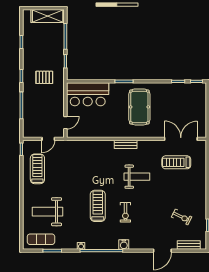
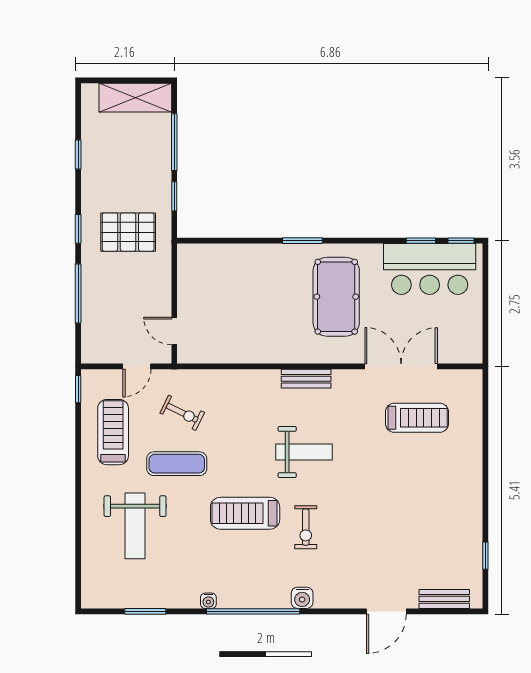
pallet: (44, 77) -> (128, 232), width x1.50, depth x1.42
bar counter: (88, 94) -> (430, 269), moved
door: (65, 123) -> (174, 331), swing flipped
double door: (181, 139) -> (401, 366), moved
treadmill: (176, 162) -> (417, 418), turned 180
weight bench: (137, 177) -> (304, 452), moved
treadmill: (98, 206) -> (245, 513), turned -90
weight bench: (48, 212) -> (135, 526), turned -90
exercise bike: (182, 217) -> (182, 413), moved
exercise mat: (41, 239) -> (177, 464), moved

